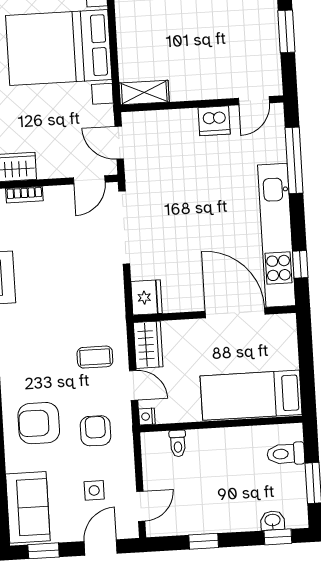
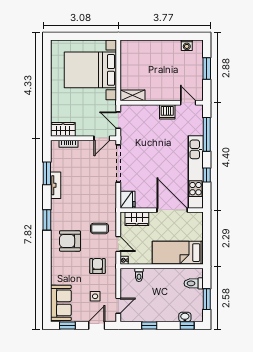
door: (254, 101) -> (188, 103), swing flipped
window: (300, 264) -> (207, 175), moved
wardrobe: (148, 345) -> (137, 219), moved, turned 90
armchair: (39, 423) -> (70, 241), moved

